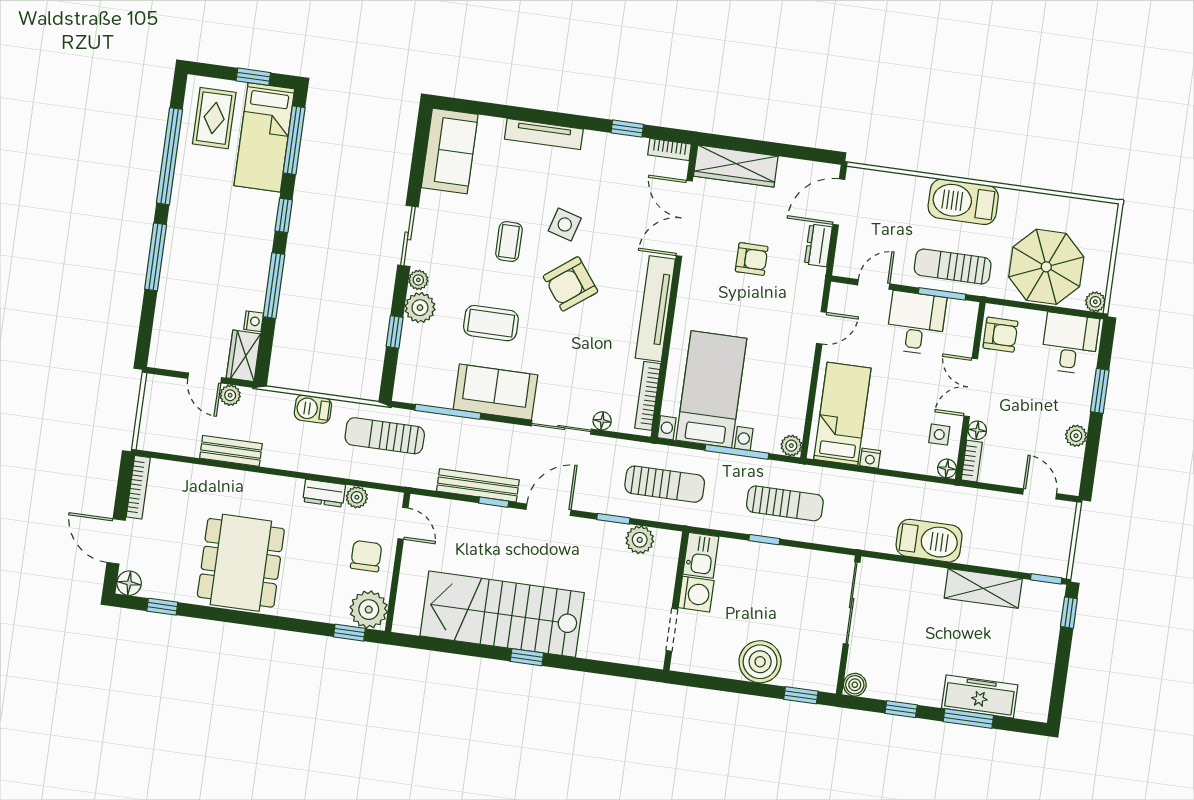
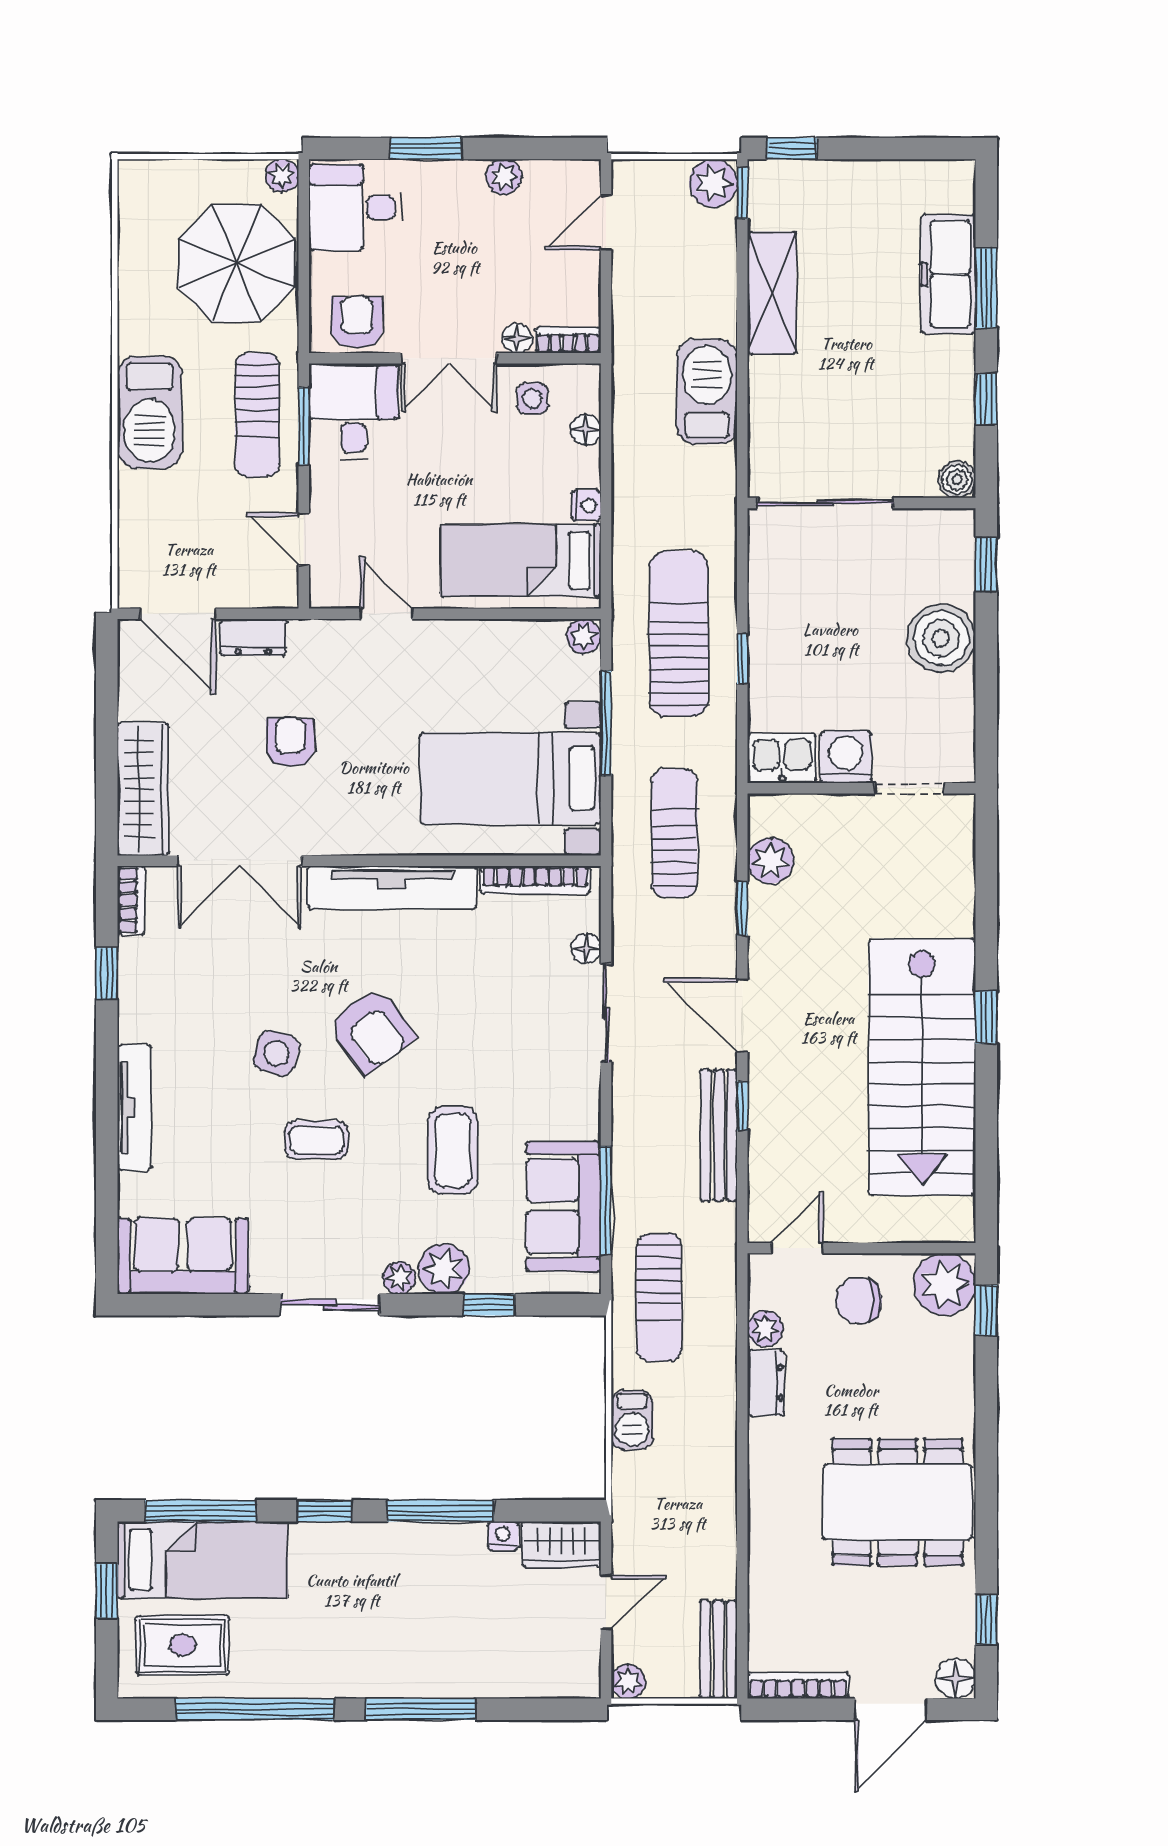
desk: (916, 323) -> (354, 412), moved, turned 90
sofa: (495, 392) -> (564, 1206), moved
plant: (230, 395) -> (628, 1682), moved
bench: (231, 451) -> (718, 1649), moved
floor lamp: (947, 468) -> (586, 430), moved
sun lounger: (785, 503) -> (679, 634), width x1.36, depth x1.34
plant: (1055, 562) -> (713, 183), added

